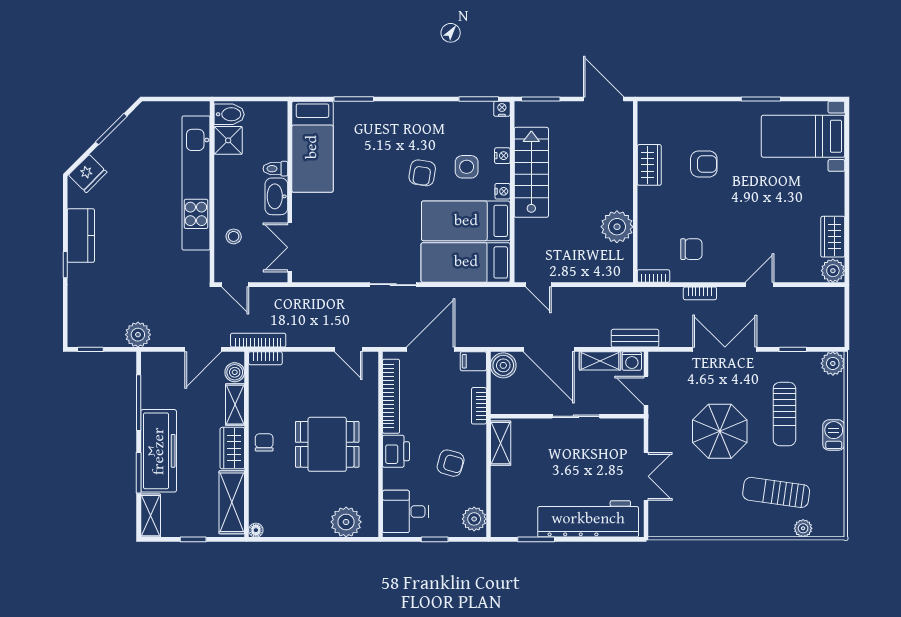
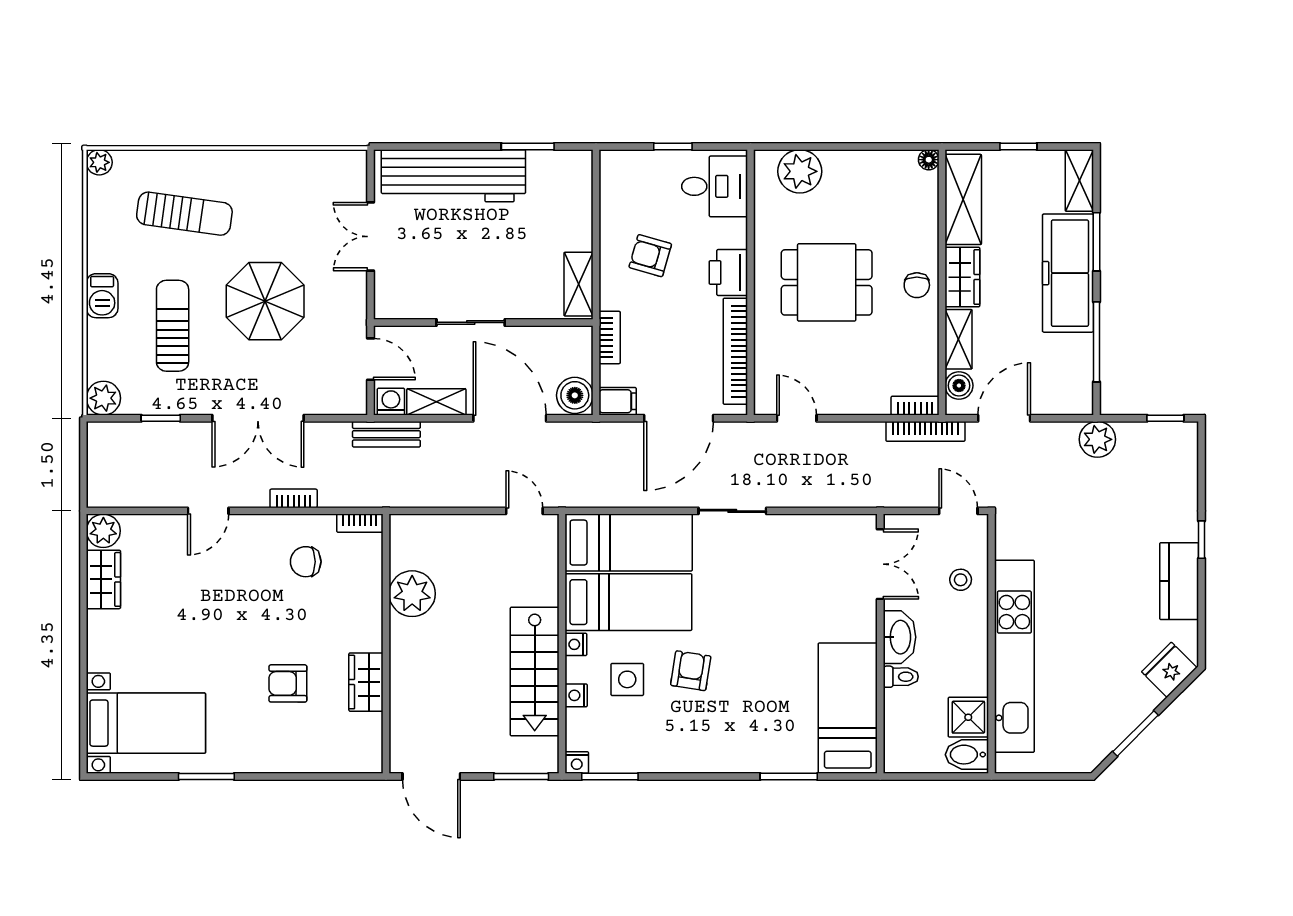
plant: (474, 519) -> (616, 176), removed
plant: (803, 528) -> (99, 162), moved

